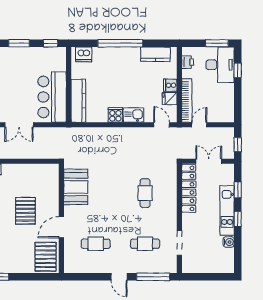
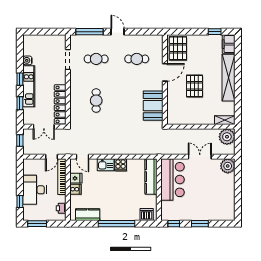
desk: (220, 65) -> (34, 190), moved

